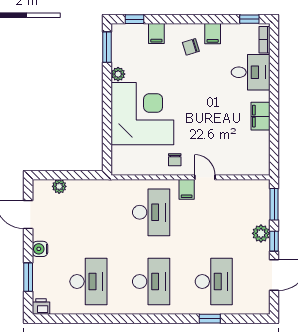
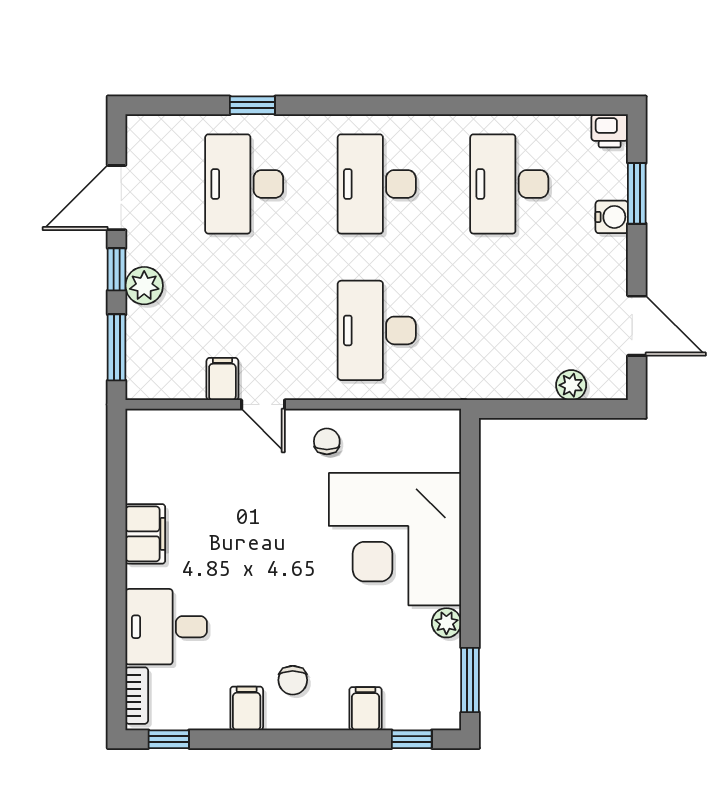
chair: (191, 47) -> (293, 680), turned 107
filing cabinet: (187, 189) -> (222, 379), moved
water cooler: (40, 249) -> (612, 217), moved

